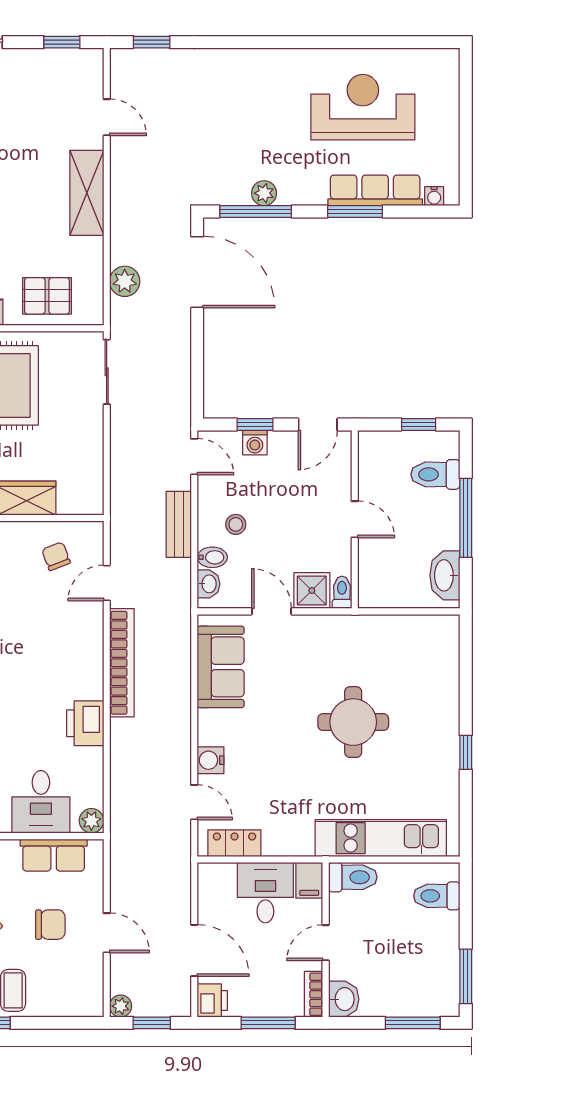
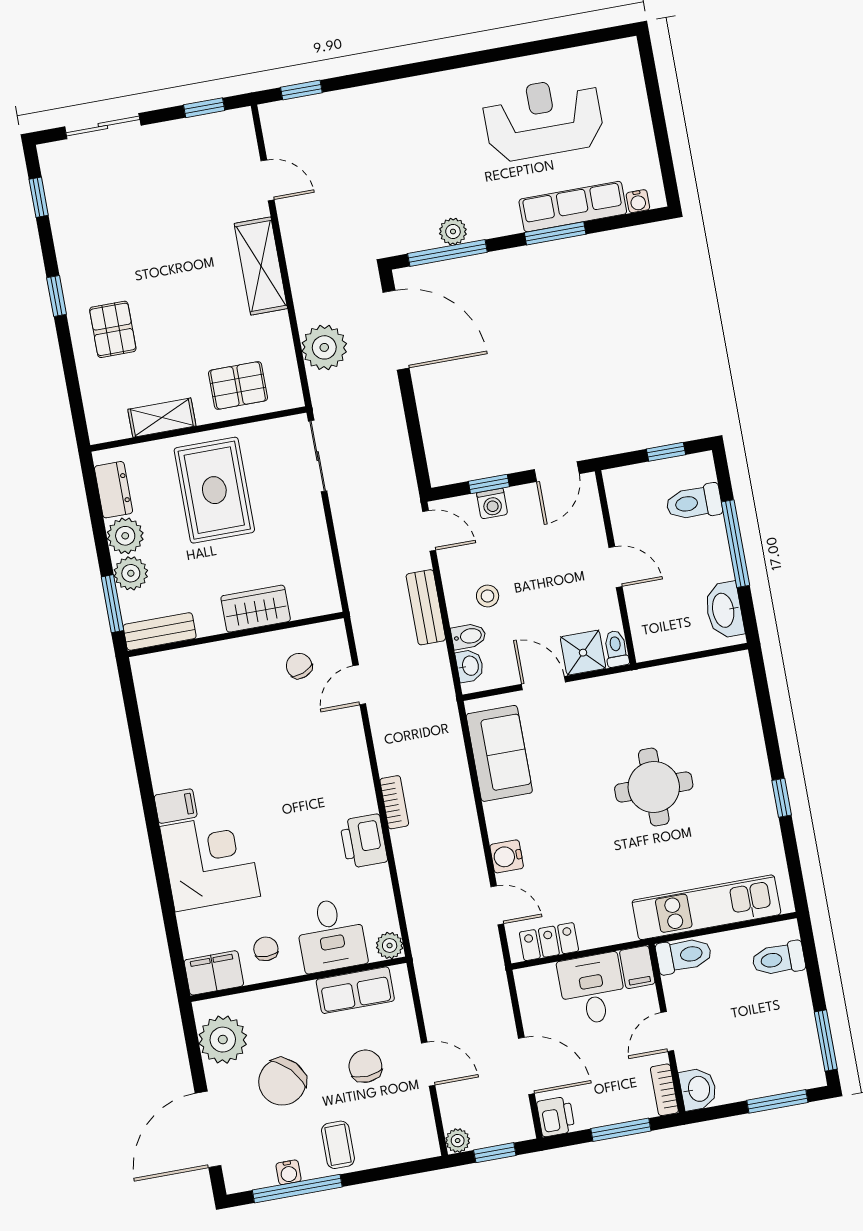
plant: (125, 281) -> (324, 347), width x1.36, depth x1.36
bookcase: (122, 663) -> (394, 802), width x0.43, depth x0.76
chair: (50, 925) -> (365, 1066), turned -93

